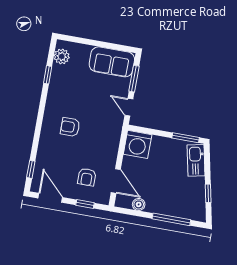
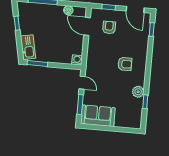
plant: (62, 56) -> (138, 92), moved
washing machine: (138, 144) -> (77, 60), width x0.53, depth x0.53

